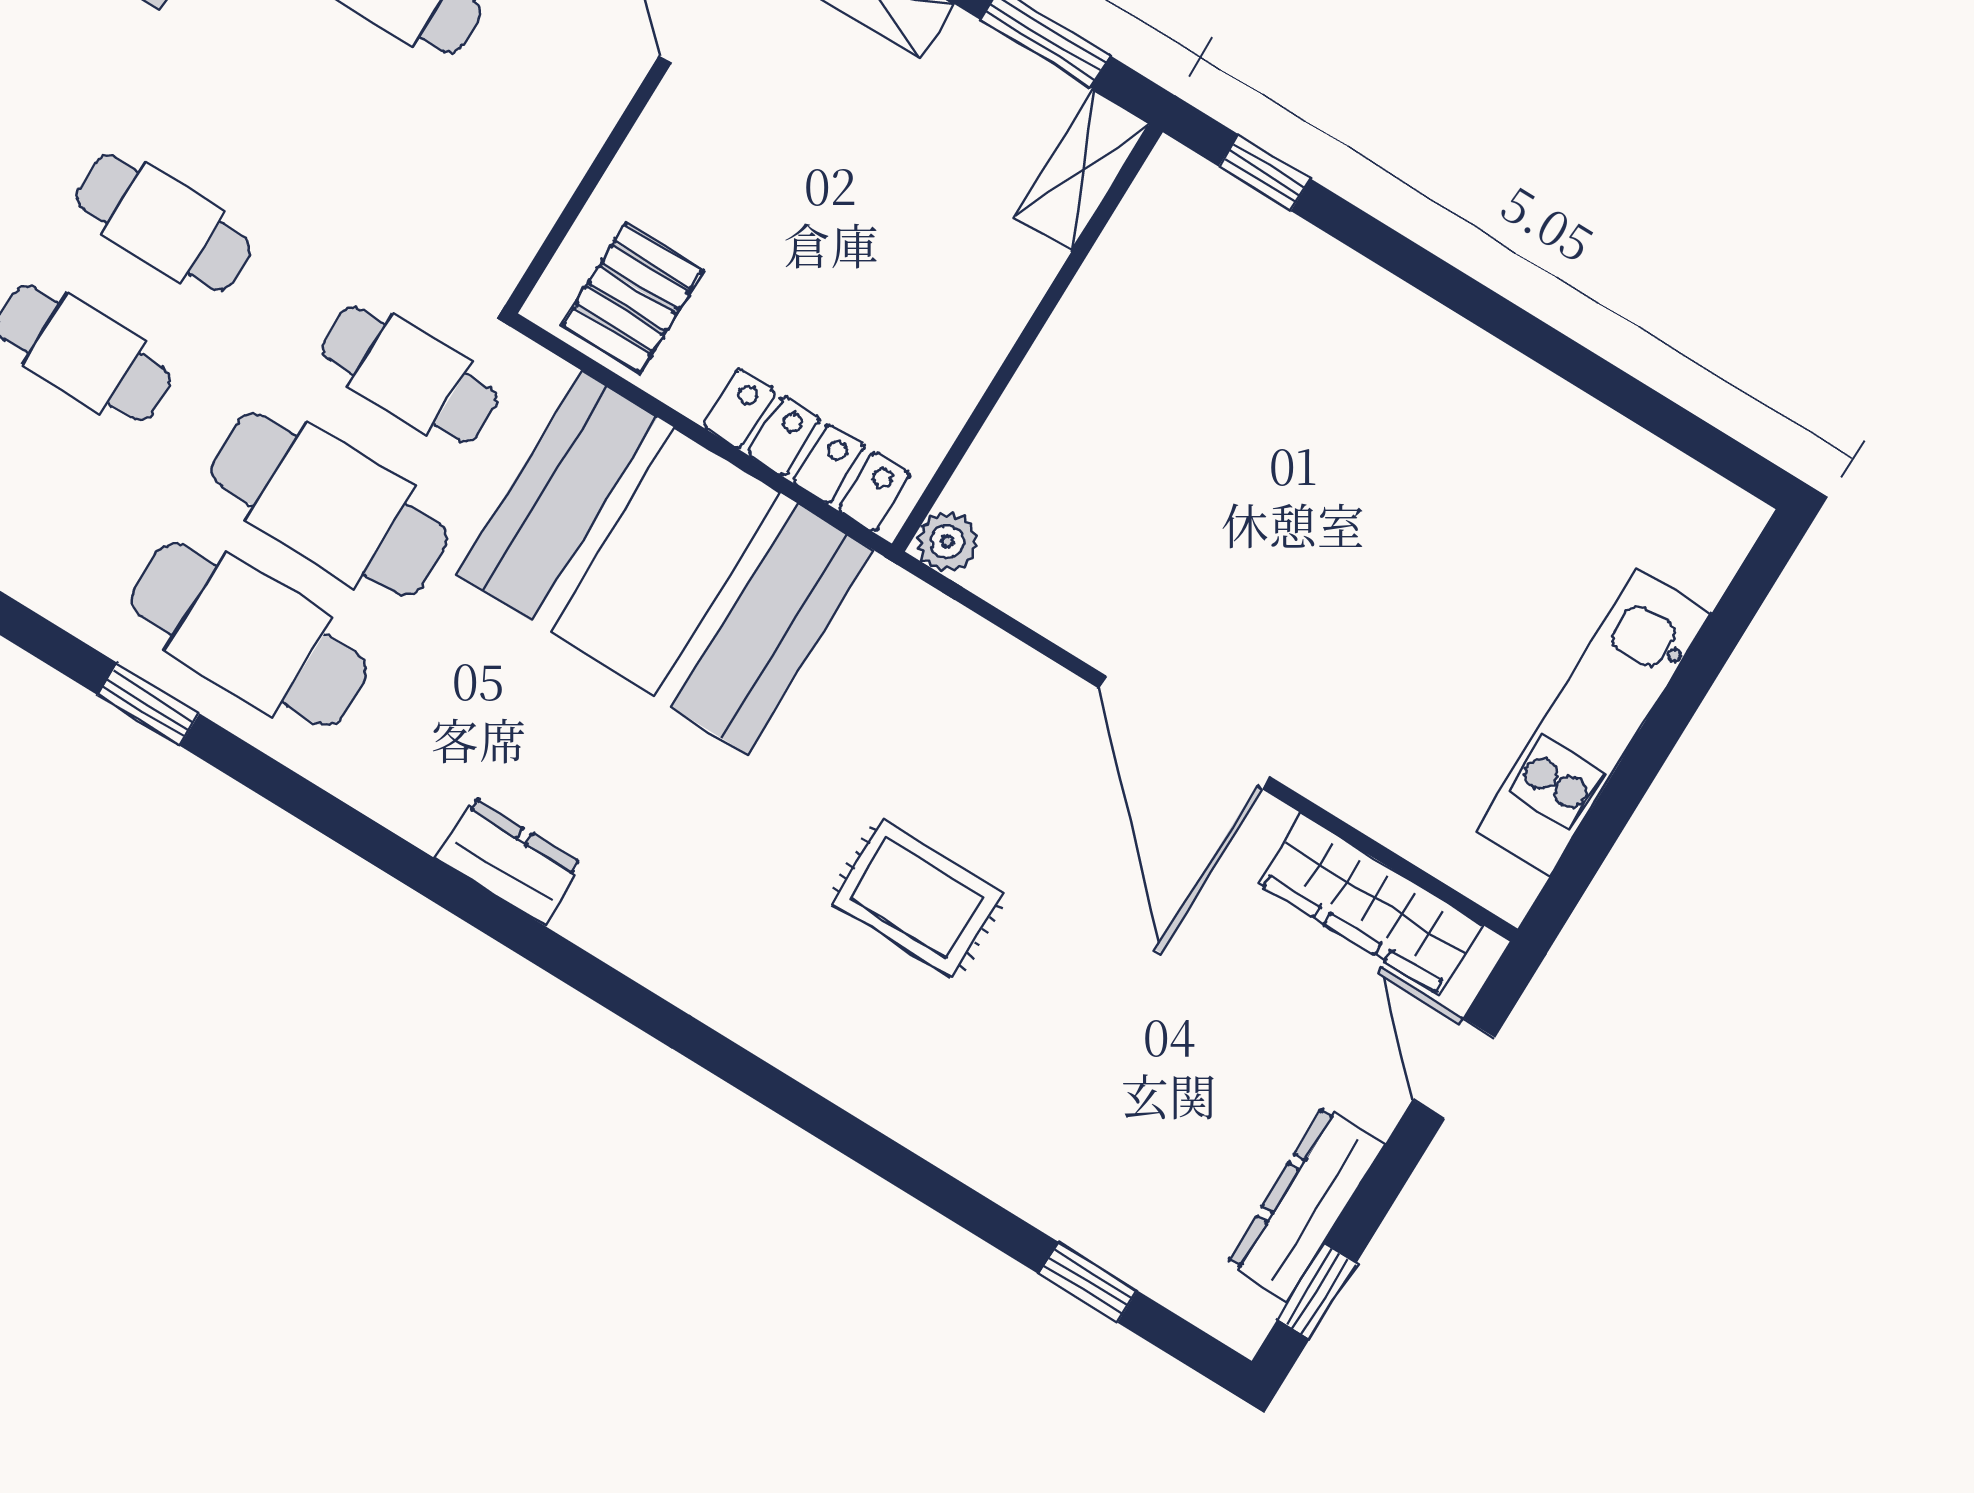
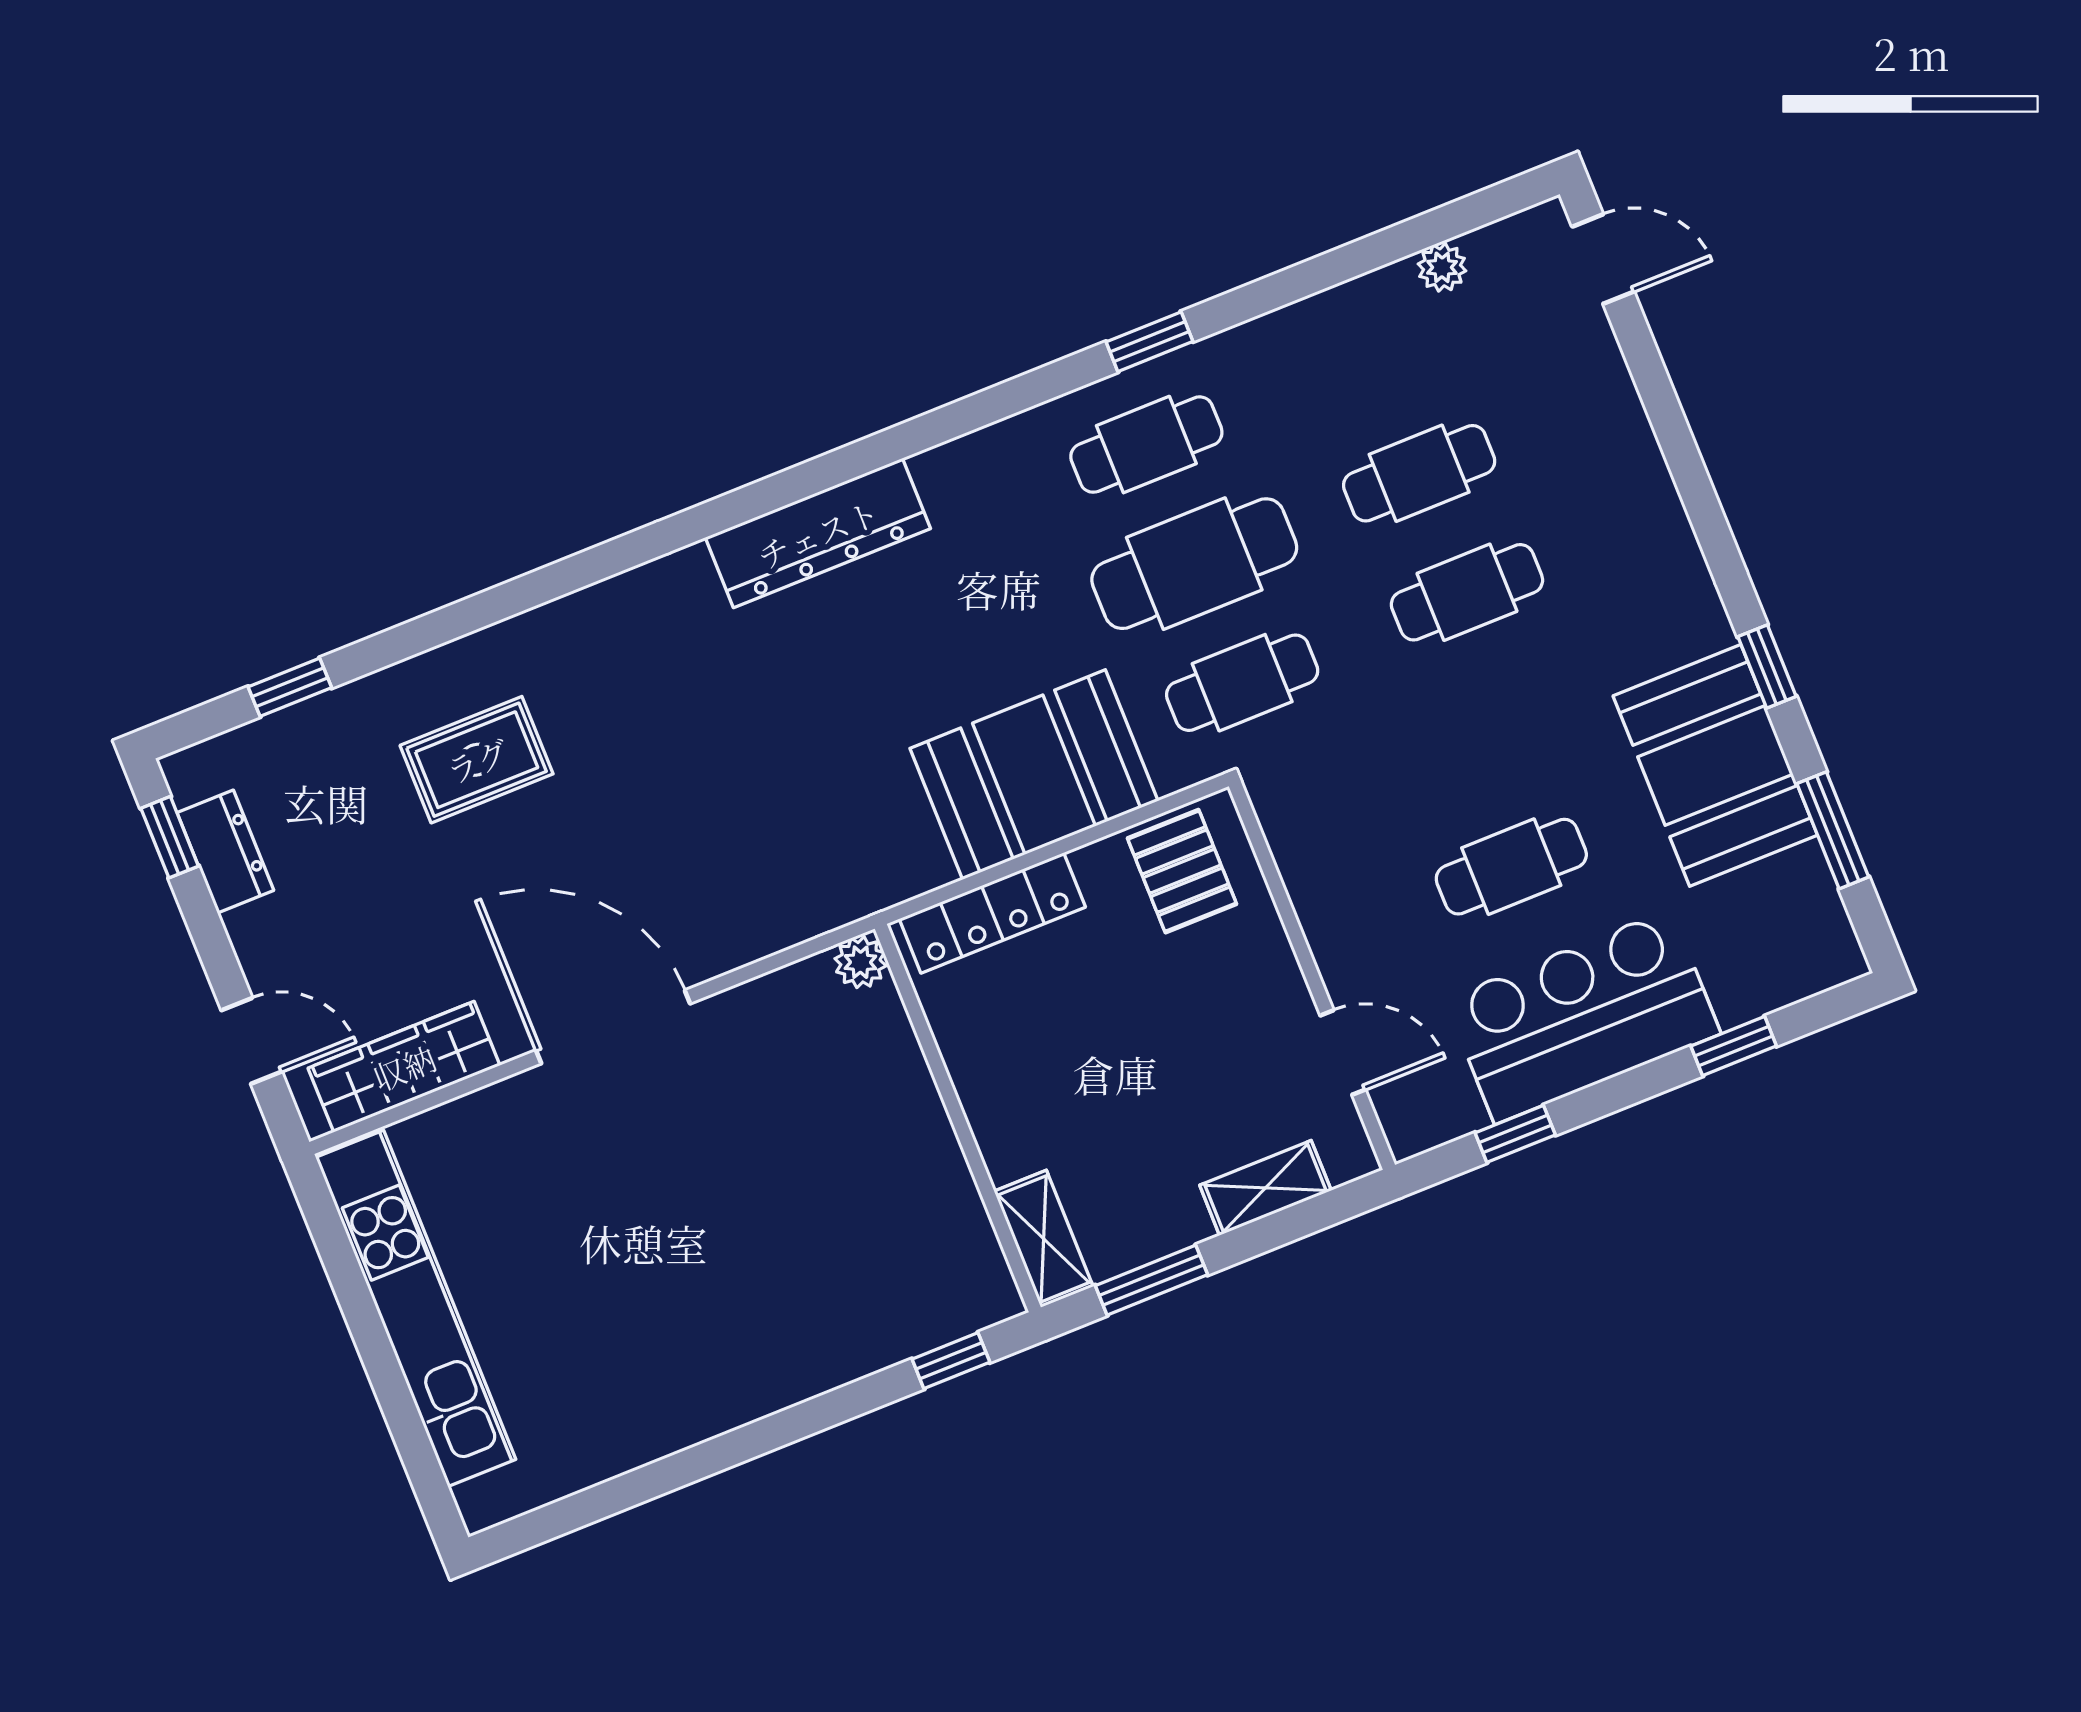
booth: (665, 562) -> (1034, 775), width x0.73, depth x0.70
cafe table: (249, 634) -> (1146, 445), width x0.73, depth x0.74
kitchen unit: (1594, 722) -> (416, 1308), width x1.36
dresser: (509, 861) -> (818, 533), width x1.96, depth x1.24
rug: (918, 898) -> (477, 760), moved
dresser: (1306, 1204) -> (225, 852), width x0.70

